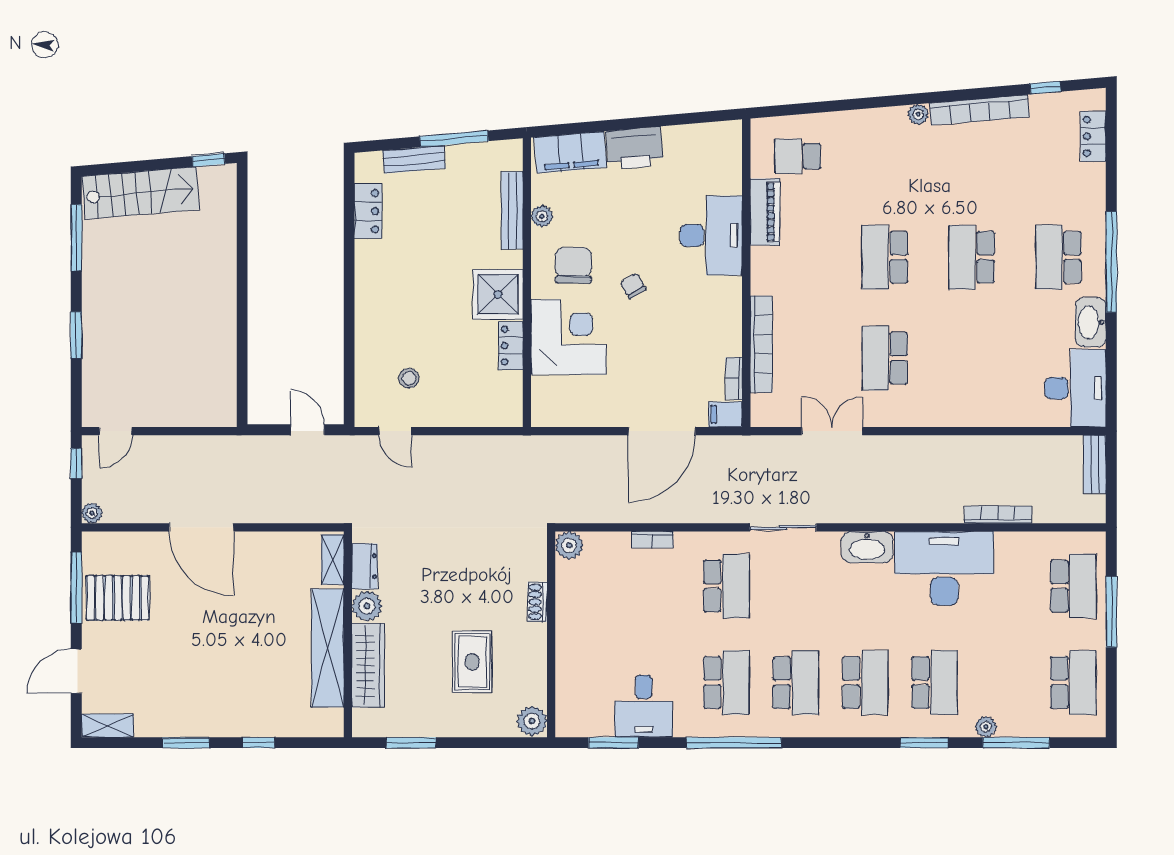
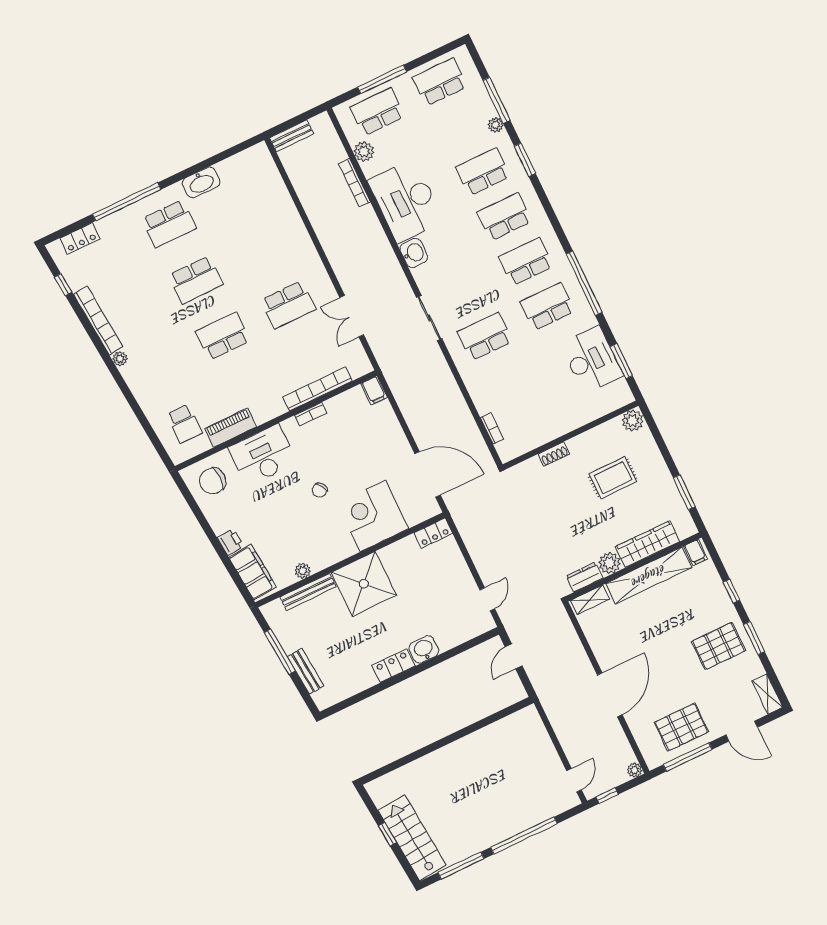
printer: (635, 148) -> (231, 542), width x0.53, depth x0.68
window: (209, 160) -> (387, 834), moved
locker: (368, 211) -> (394, 666), moved
school desk: (885, 257) -> (223, 336), turned 180
window: (1111, 262) -> (127, 202), moved
chair: (573, 265) -> (213, 481), moved
shower: (498, 294) -> (364, 584), width x1.37, depth x1.37
washbasin: (370, 321) -> (424, 649), added
window: (76, 335) -> (524, 835), width x2.11
locker: (511, 346) -> (433, 533), moved
stool: (409, 378) -> (449, 607), removed
bookcase: (734, 379) -> (311, 414), moved
desk: (1075, 388) -> (248, 172), removed
door: (116, 431) -> (574, 780), hinge flipped
door: (662, 431) -> (428, 474), moved
bookcase: (652, 540) -> (492, 428), moved
plant: (569, 545) -> (364, 152), moved
washbasin: (867, 547) -> (414, 253), width x0.72
pallet: (118, 598) -> (681, 727), turned 90
pallet: (197, 693) -> (719, 646), added
desk: (644, 706) -> (592, 360), width x1.37
filing cabinet: (329, 721) -> (695, 552), added

